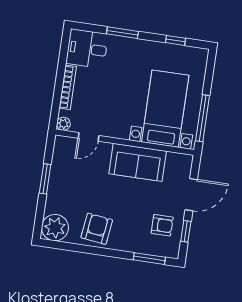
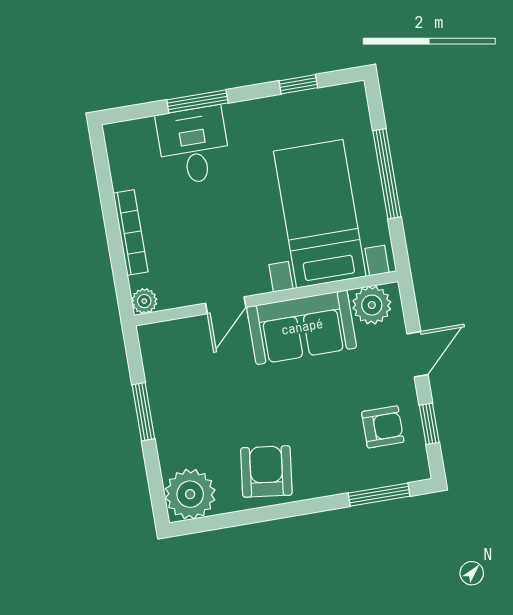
desk: (87, 49) -> (194, 145), moved, turned 90
window: (203, 118) -> (387, 174), moved
door: (89, 137) -> (226, 305), moved
plant: (176, 163) -> (372, 305), added
door: (191, 195) -> (417, 354), width x0.73

